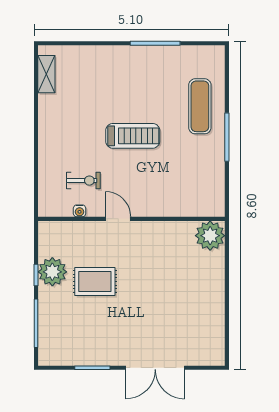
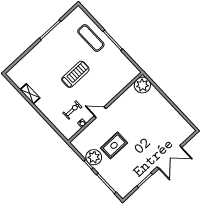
shelving: (46, 74) -> (30, 94), moved

